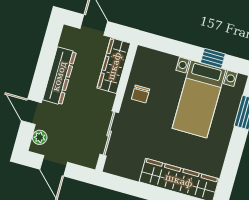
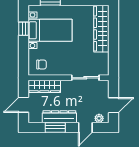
window: (45, 65) -> (55, 127), added
chair: (141, 94) -> (41, 64), moved

